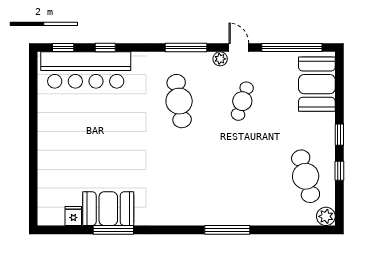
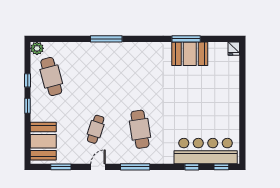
door: (239, 47) -> (98, 167), swing flipped
window: (292, 47) -> (61, 167), width x0.47
plant: (220, 59) -> (111, 159), removed
fridge: (73, 216) -> (234, 49), moved

